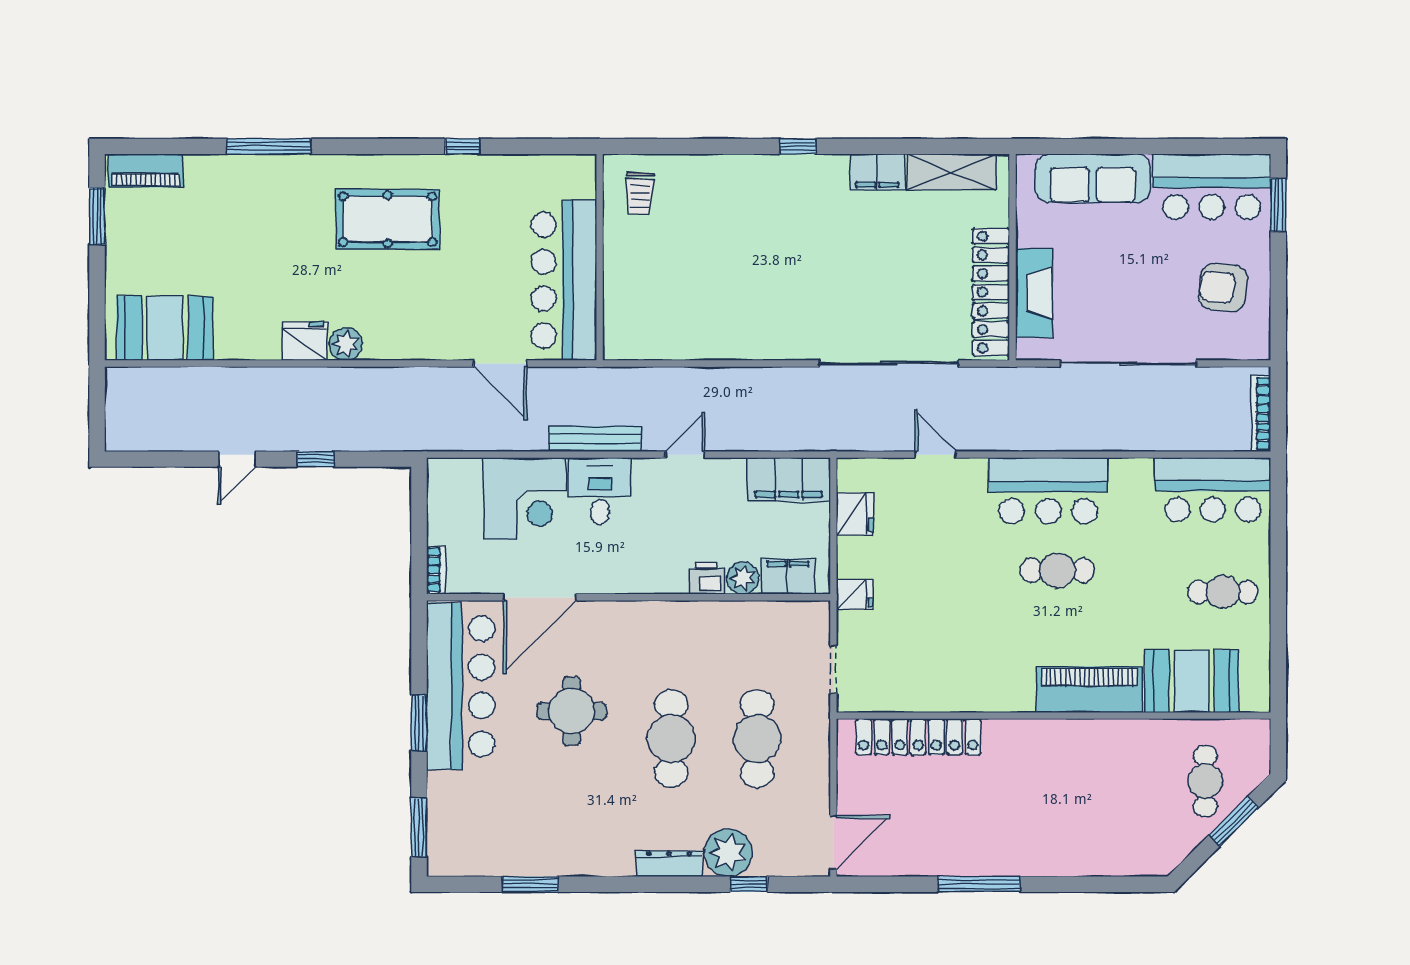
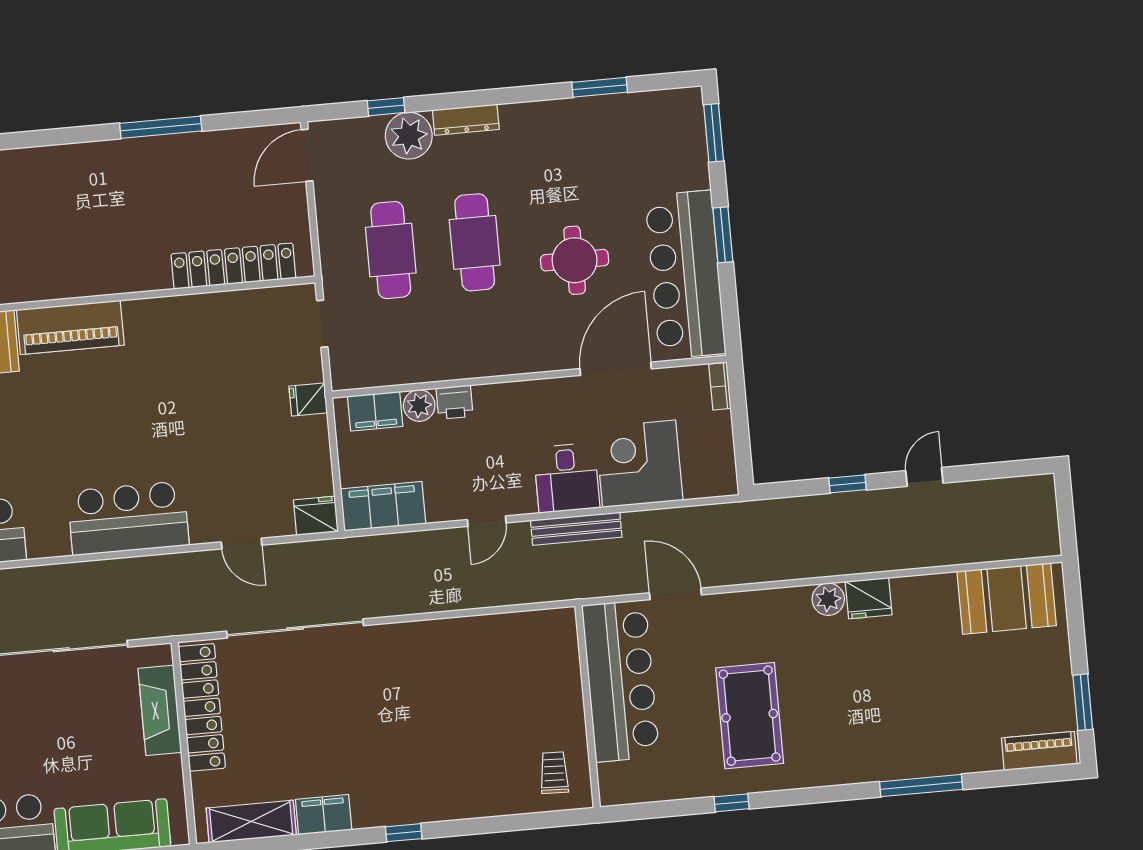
pool table: (388, 219) -> (750, 716), moved, turned 90
fridge: (855, 514) -> (316, 516), moved, turned 90
cafe table: (1057, 570) -> (112, 441), removed

